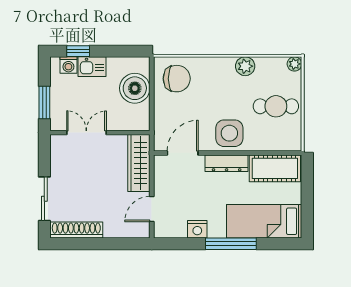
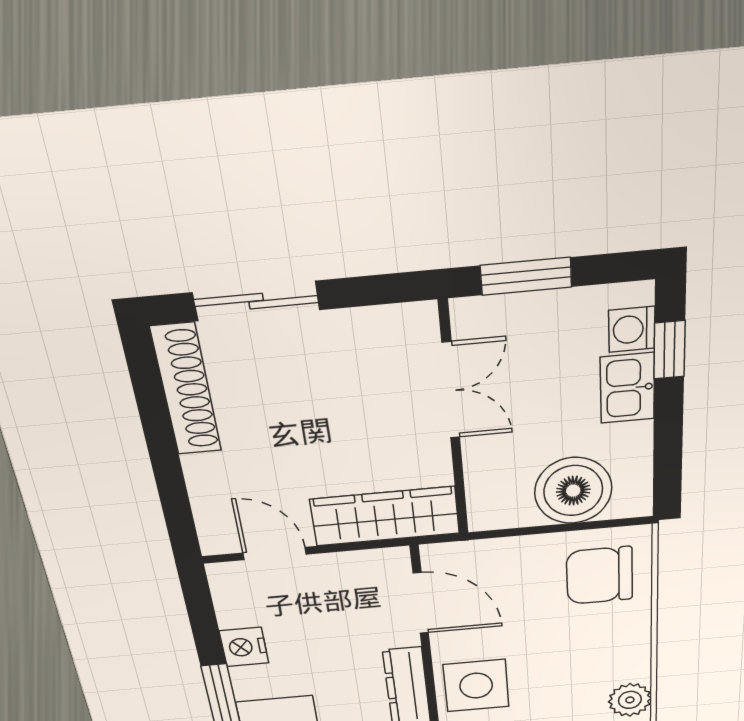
chair: (177, 79) -> (600, 576), turned 90

